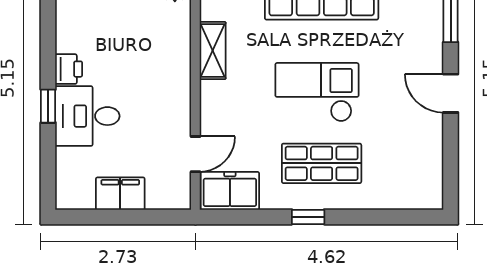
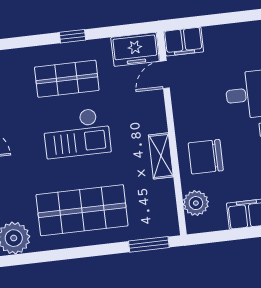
chair: (155, 43) -> (206, 157), added
filing cabinet: (120, 194) -> (183, 42), moved

